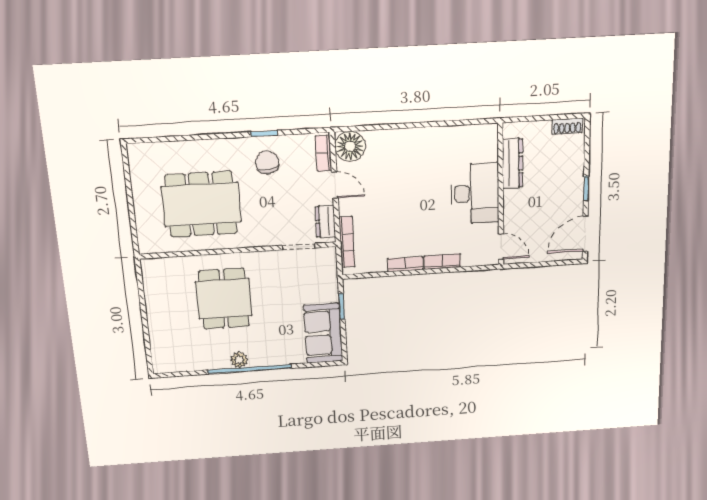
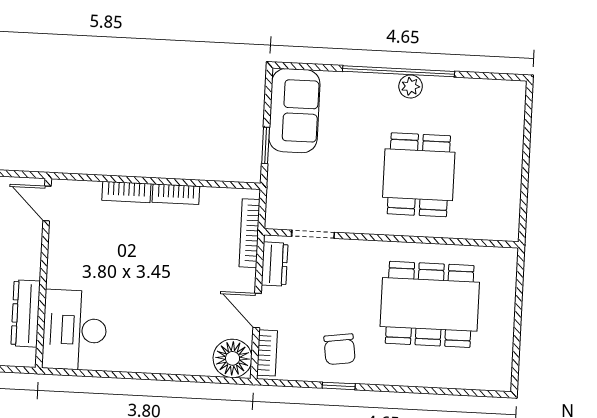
desk: (475, 193) -> (75, 330), moved

